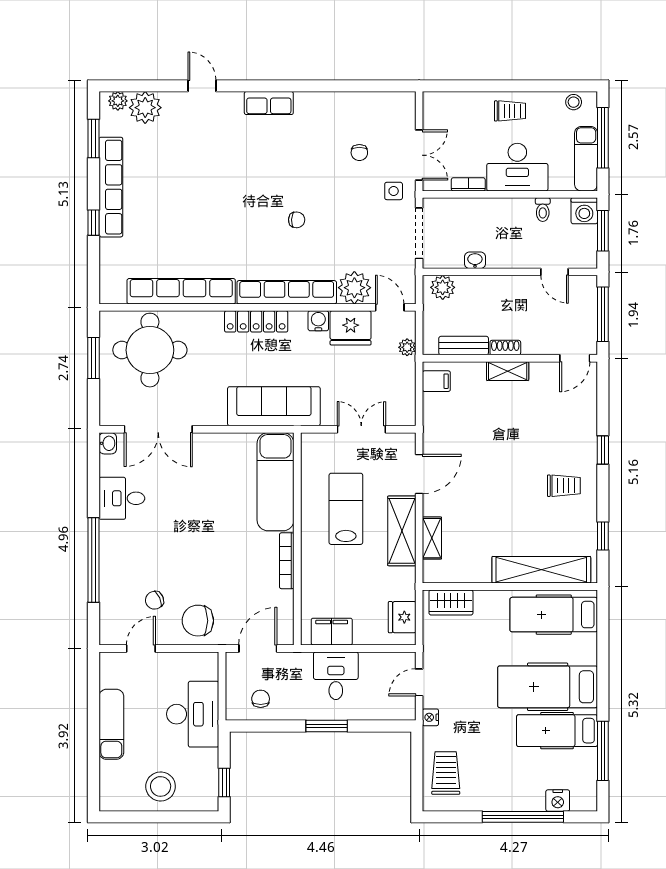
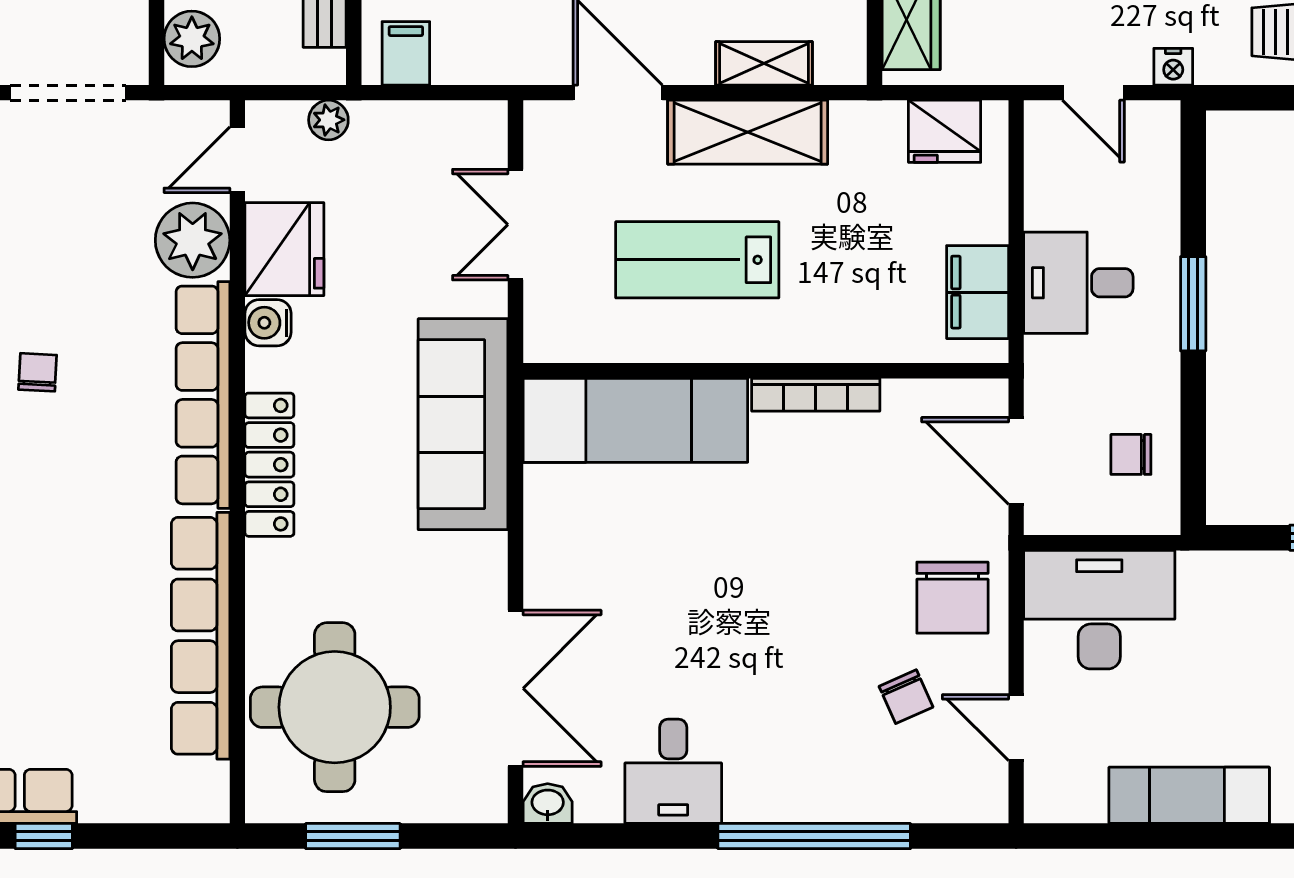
desk: (193, 714) -> (1099, 610), moved

